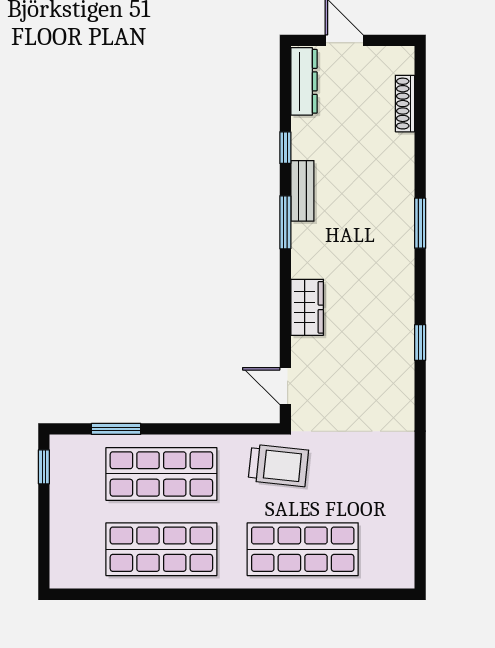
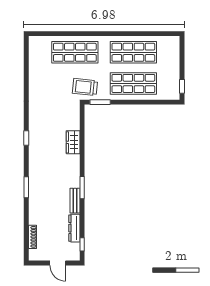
dresser: (304, 81) -> (74, 228), moved
window: (285, 148) -> (82, 244), moved
wardrobe: (307, 307) -> (73, 142), moved
door: (285, 386) -> (82, 120), removed
window: (116, 429) -> (100, 102), moved

